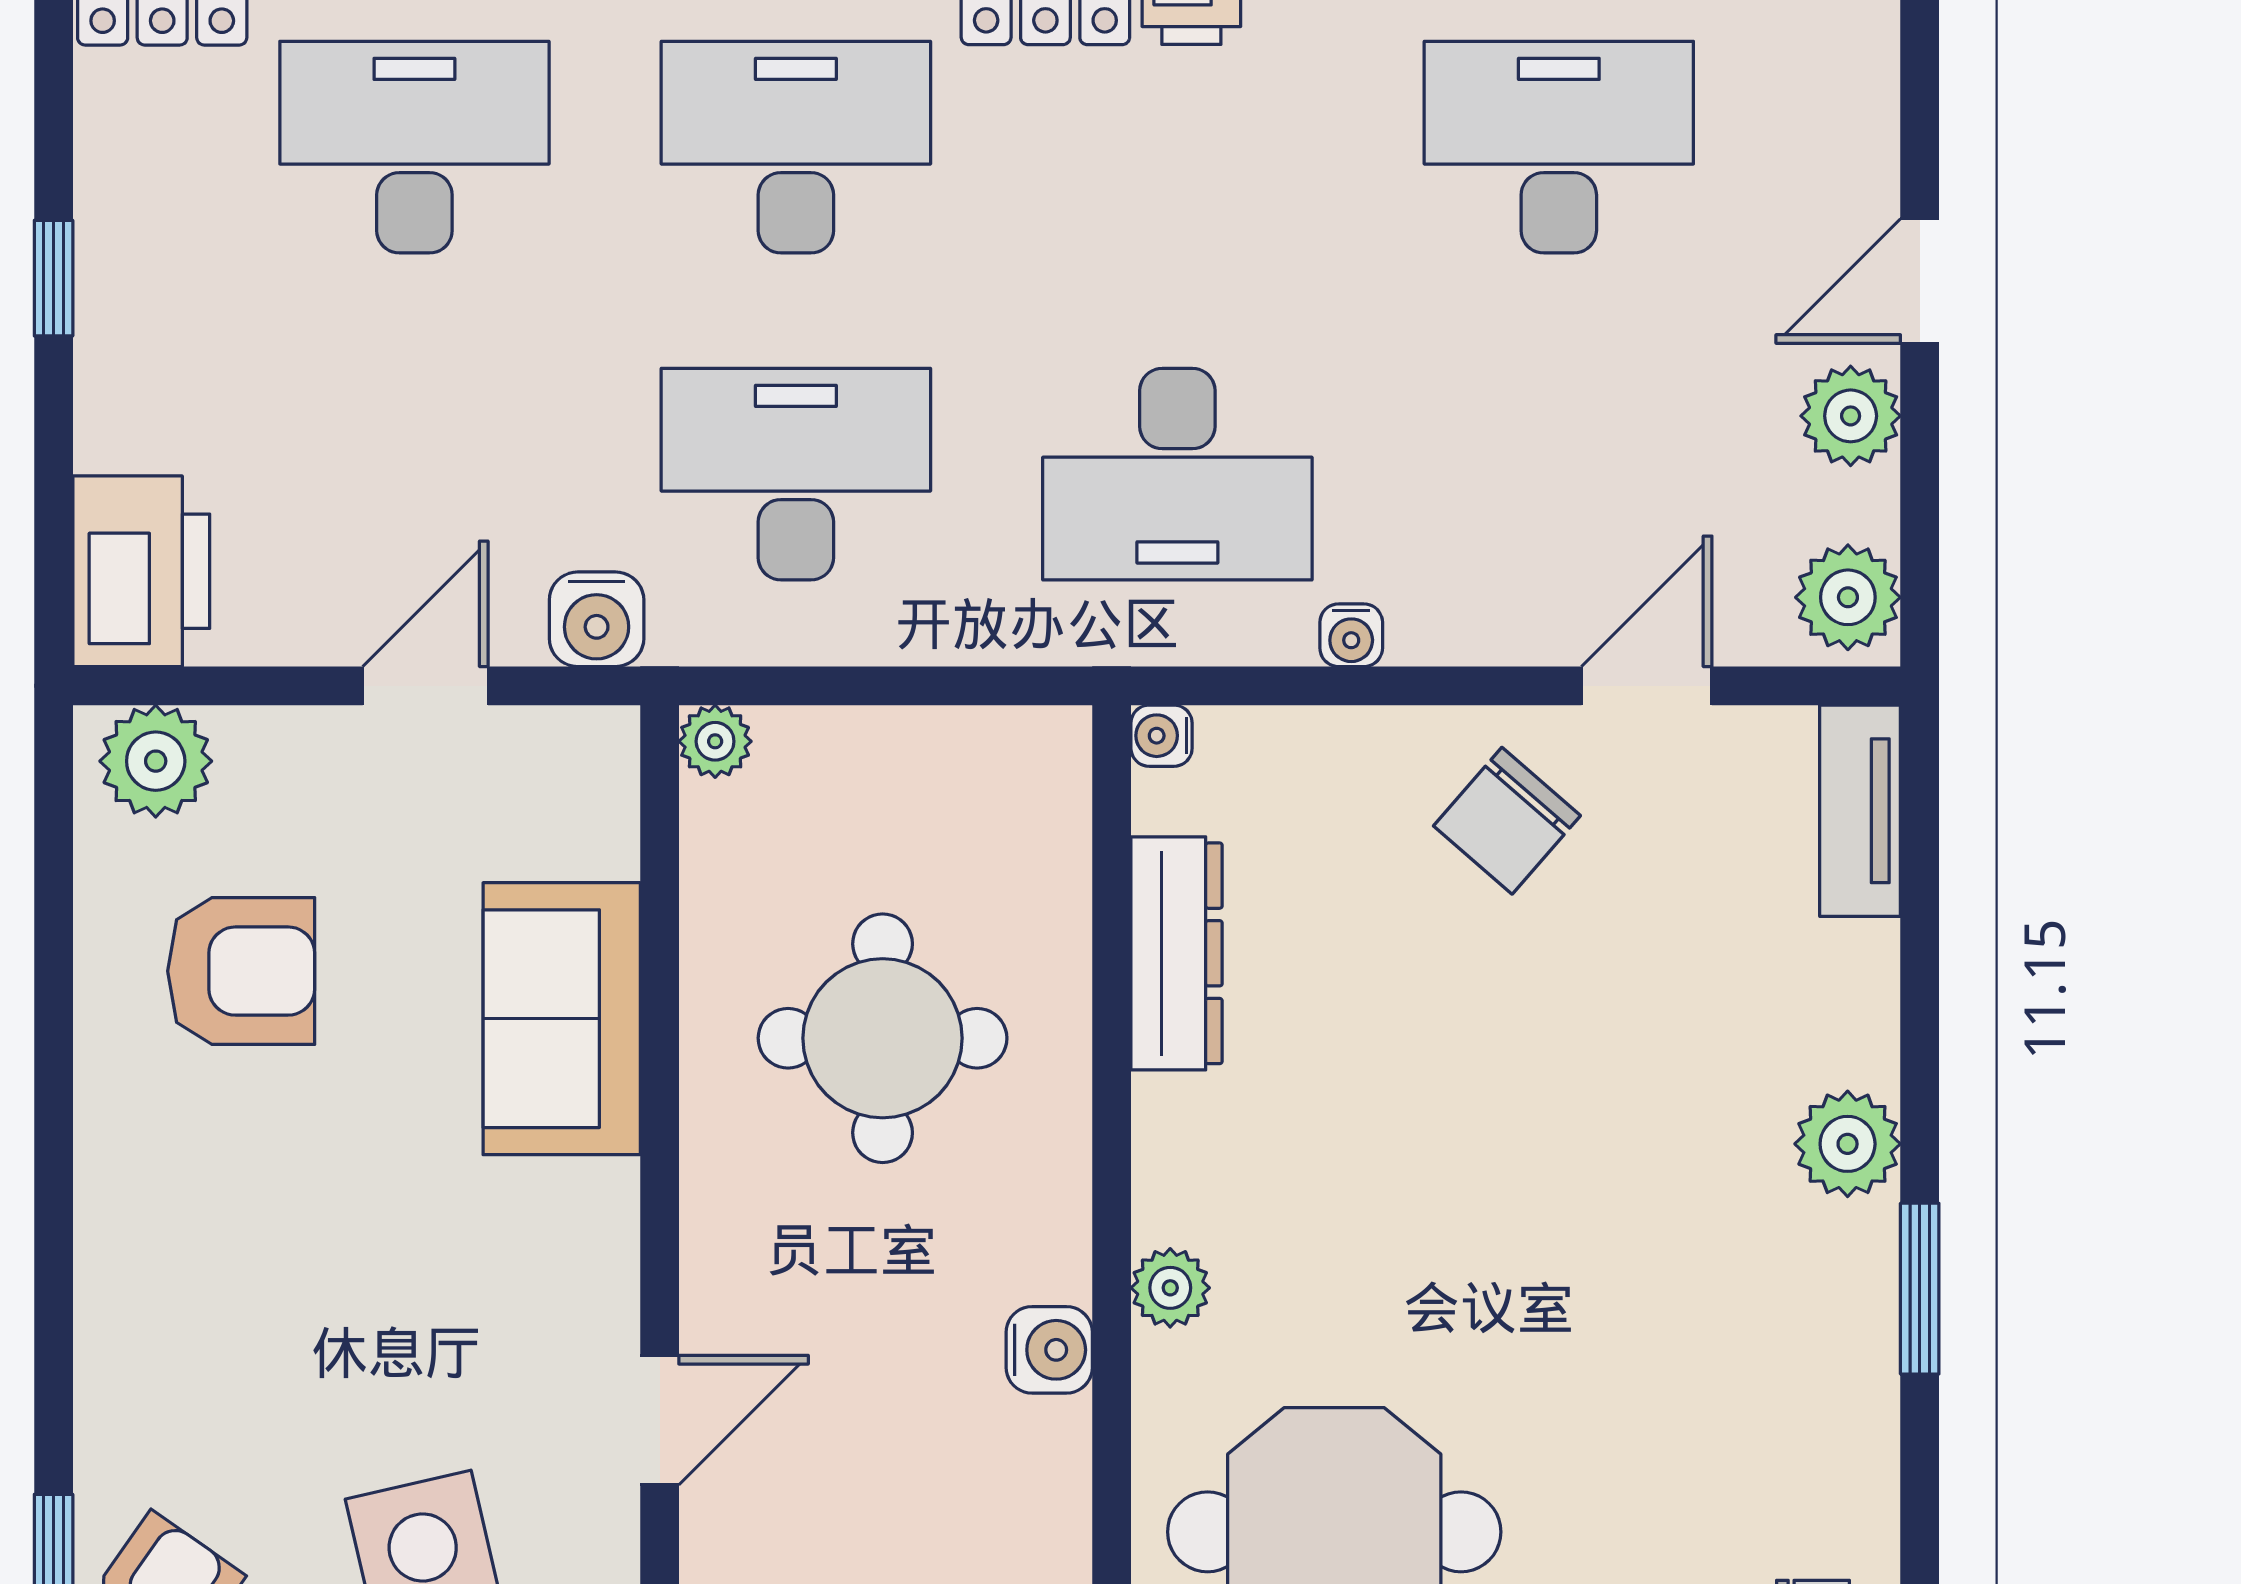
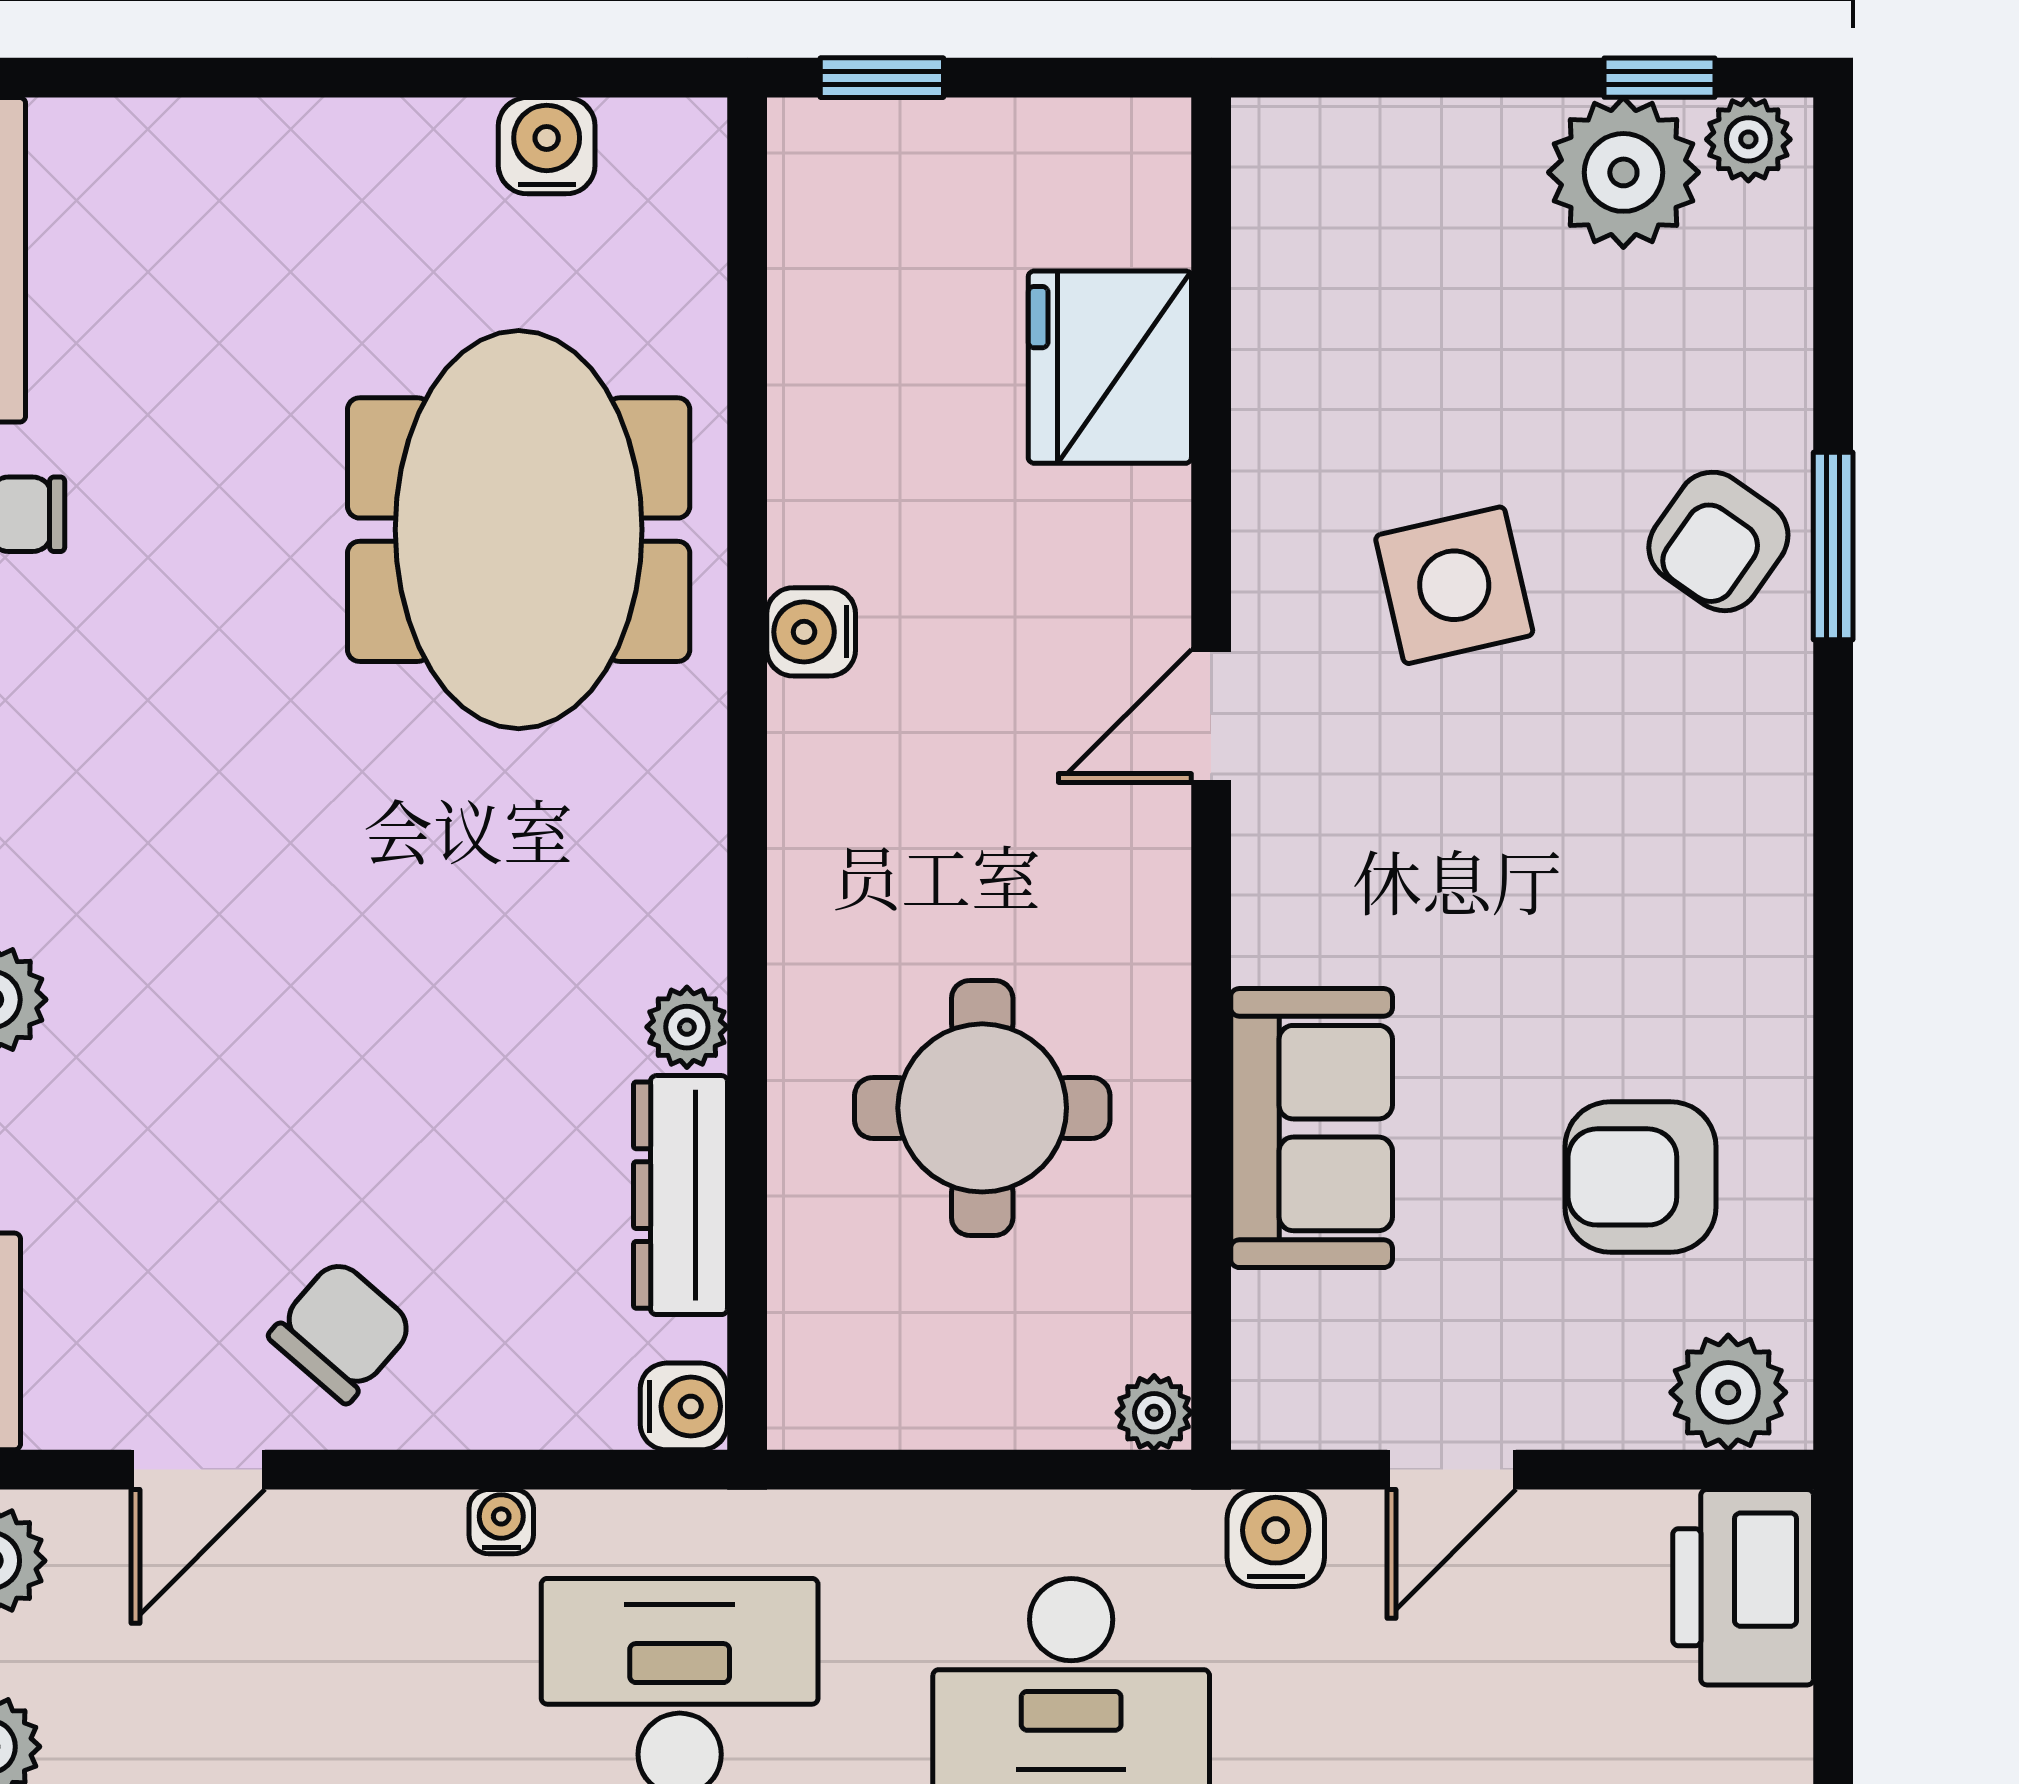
water cooler: (1162, 736) -> (684, 1406), width x1.38, depth x1.38
plant: (1170, 1288) -> (687, 1027), moved
water cooler: (1049, 1350) -> (811, 632), moved

